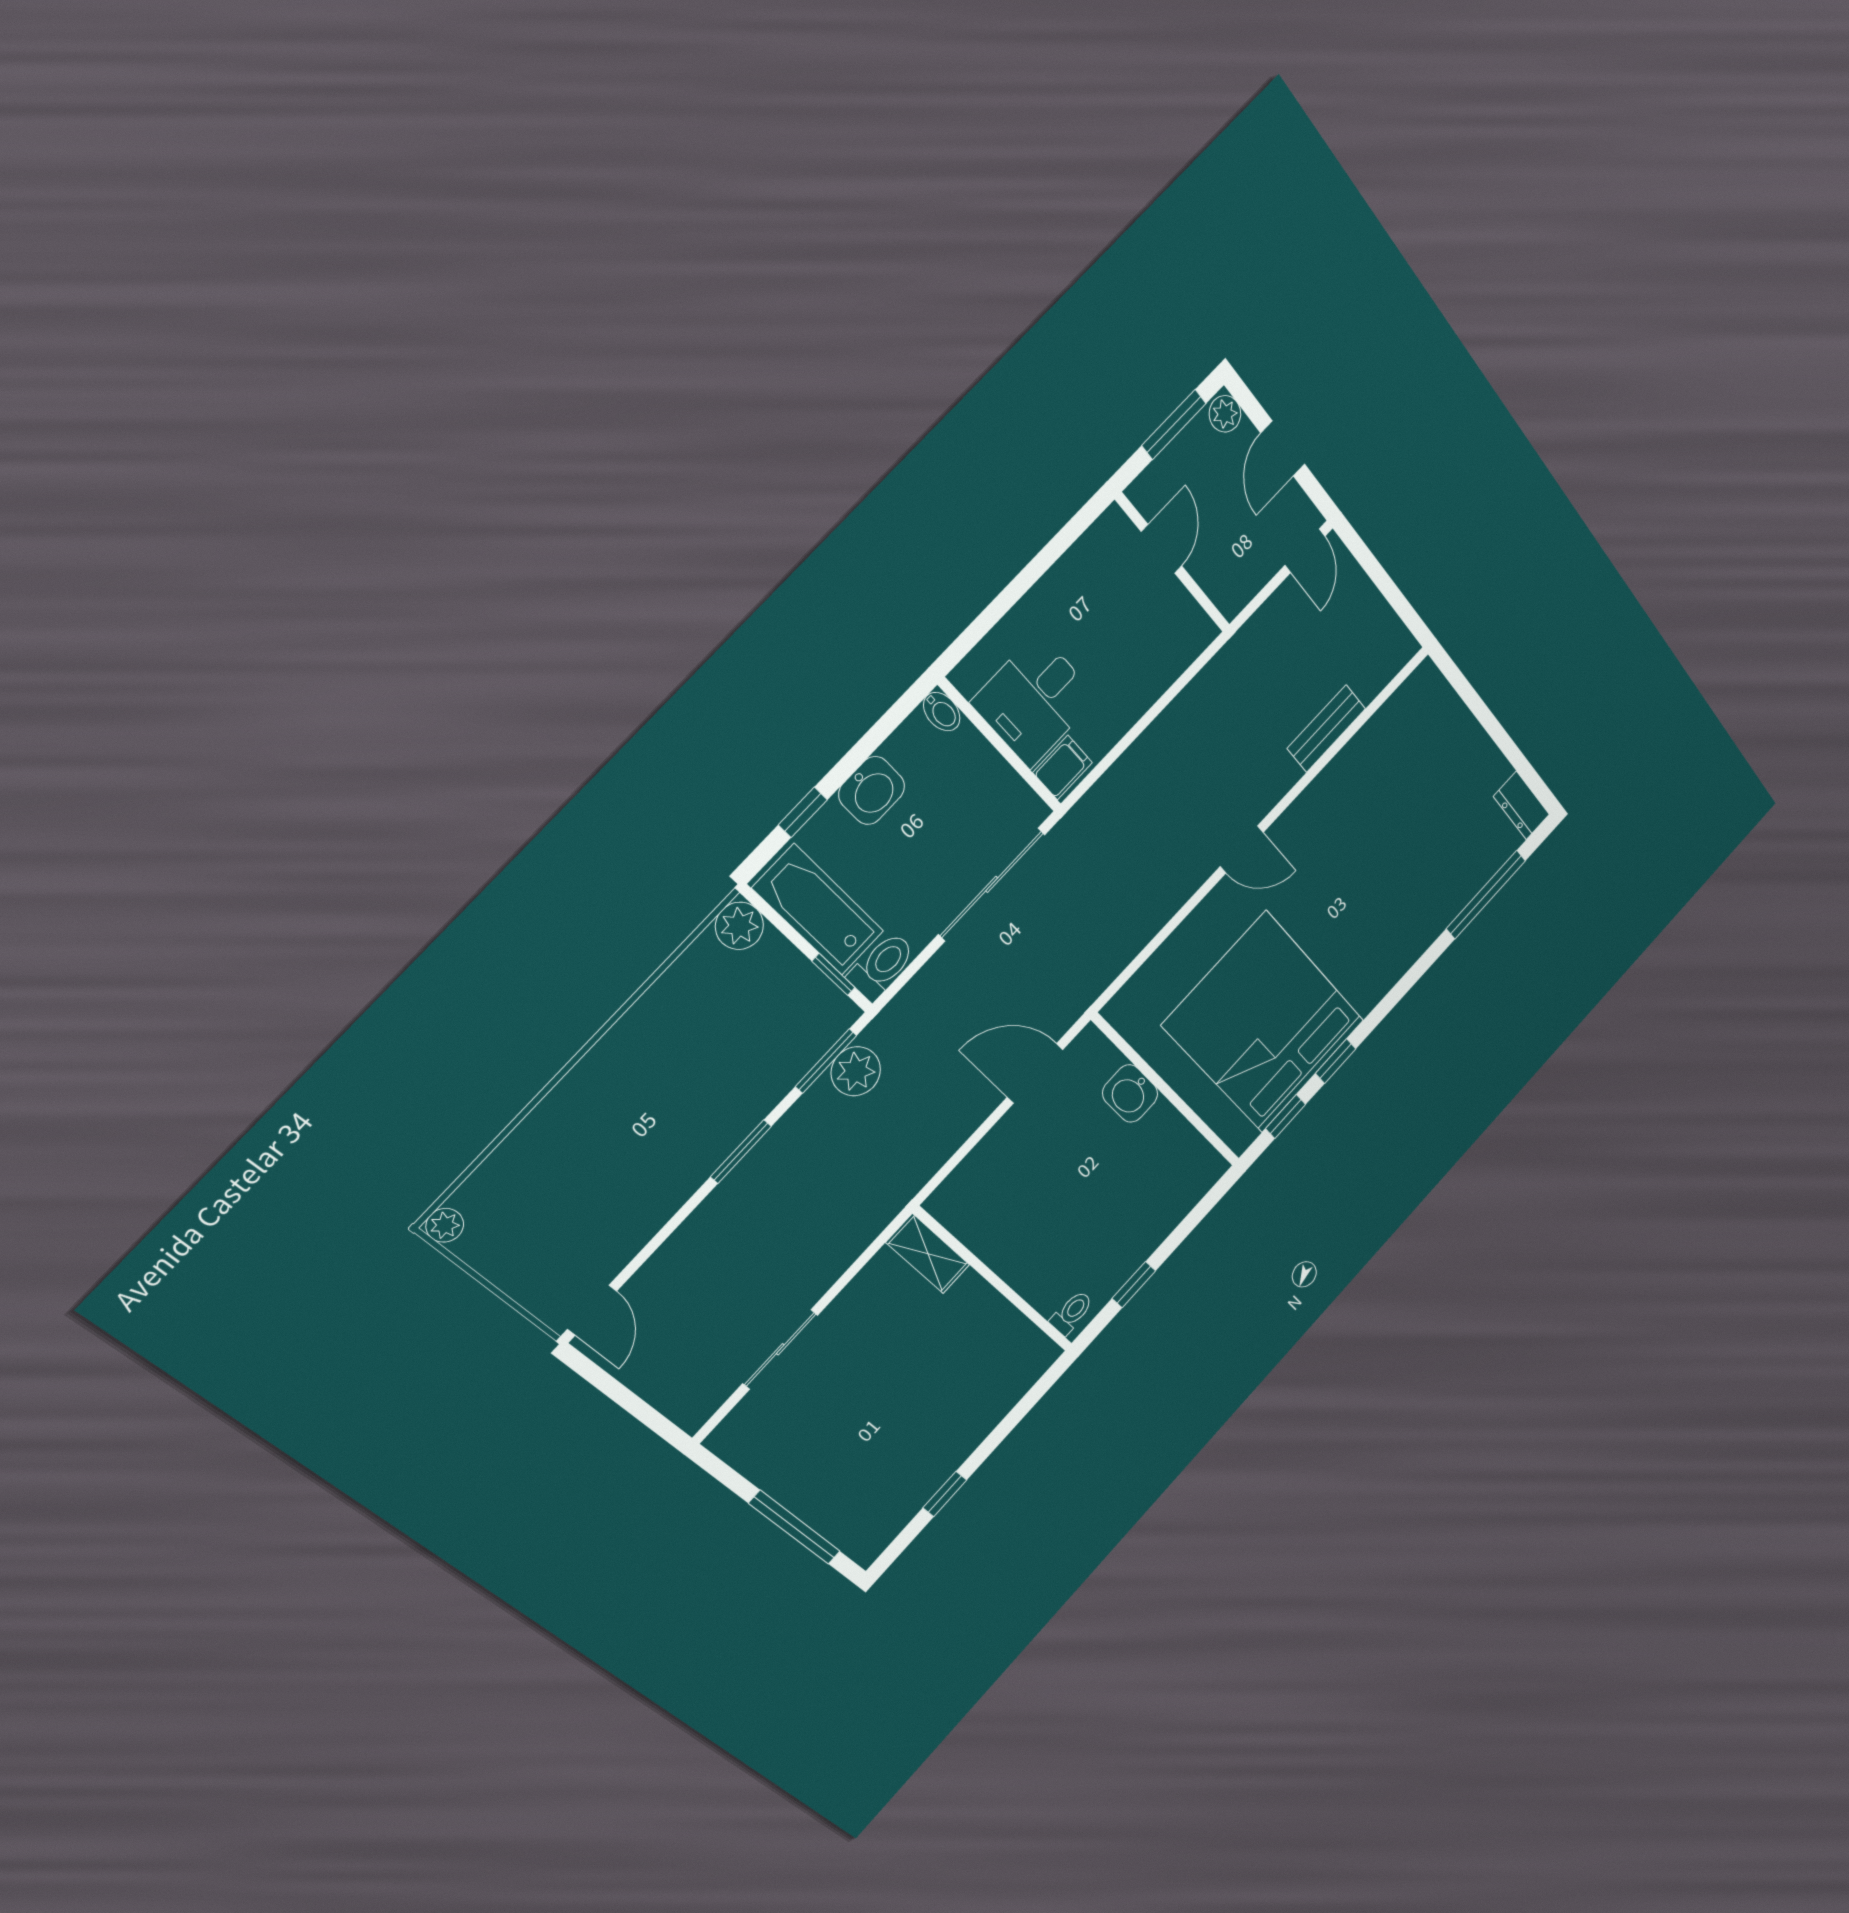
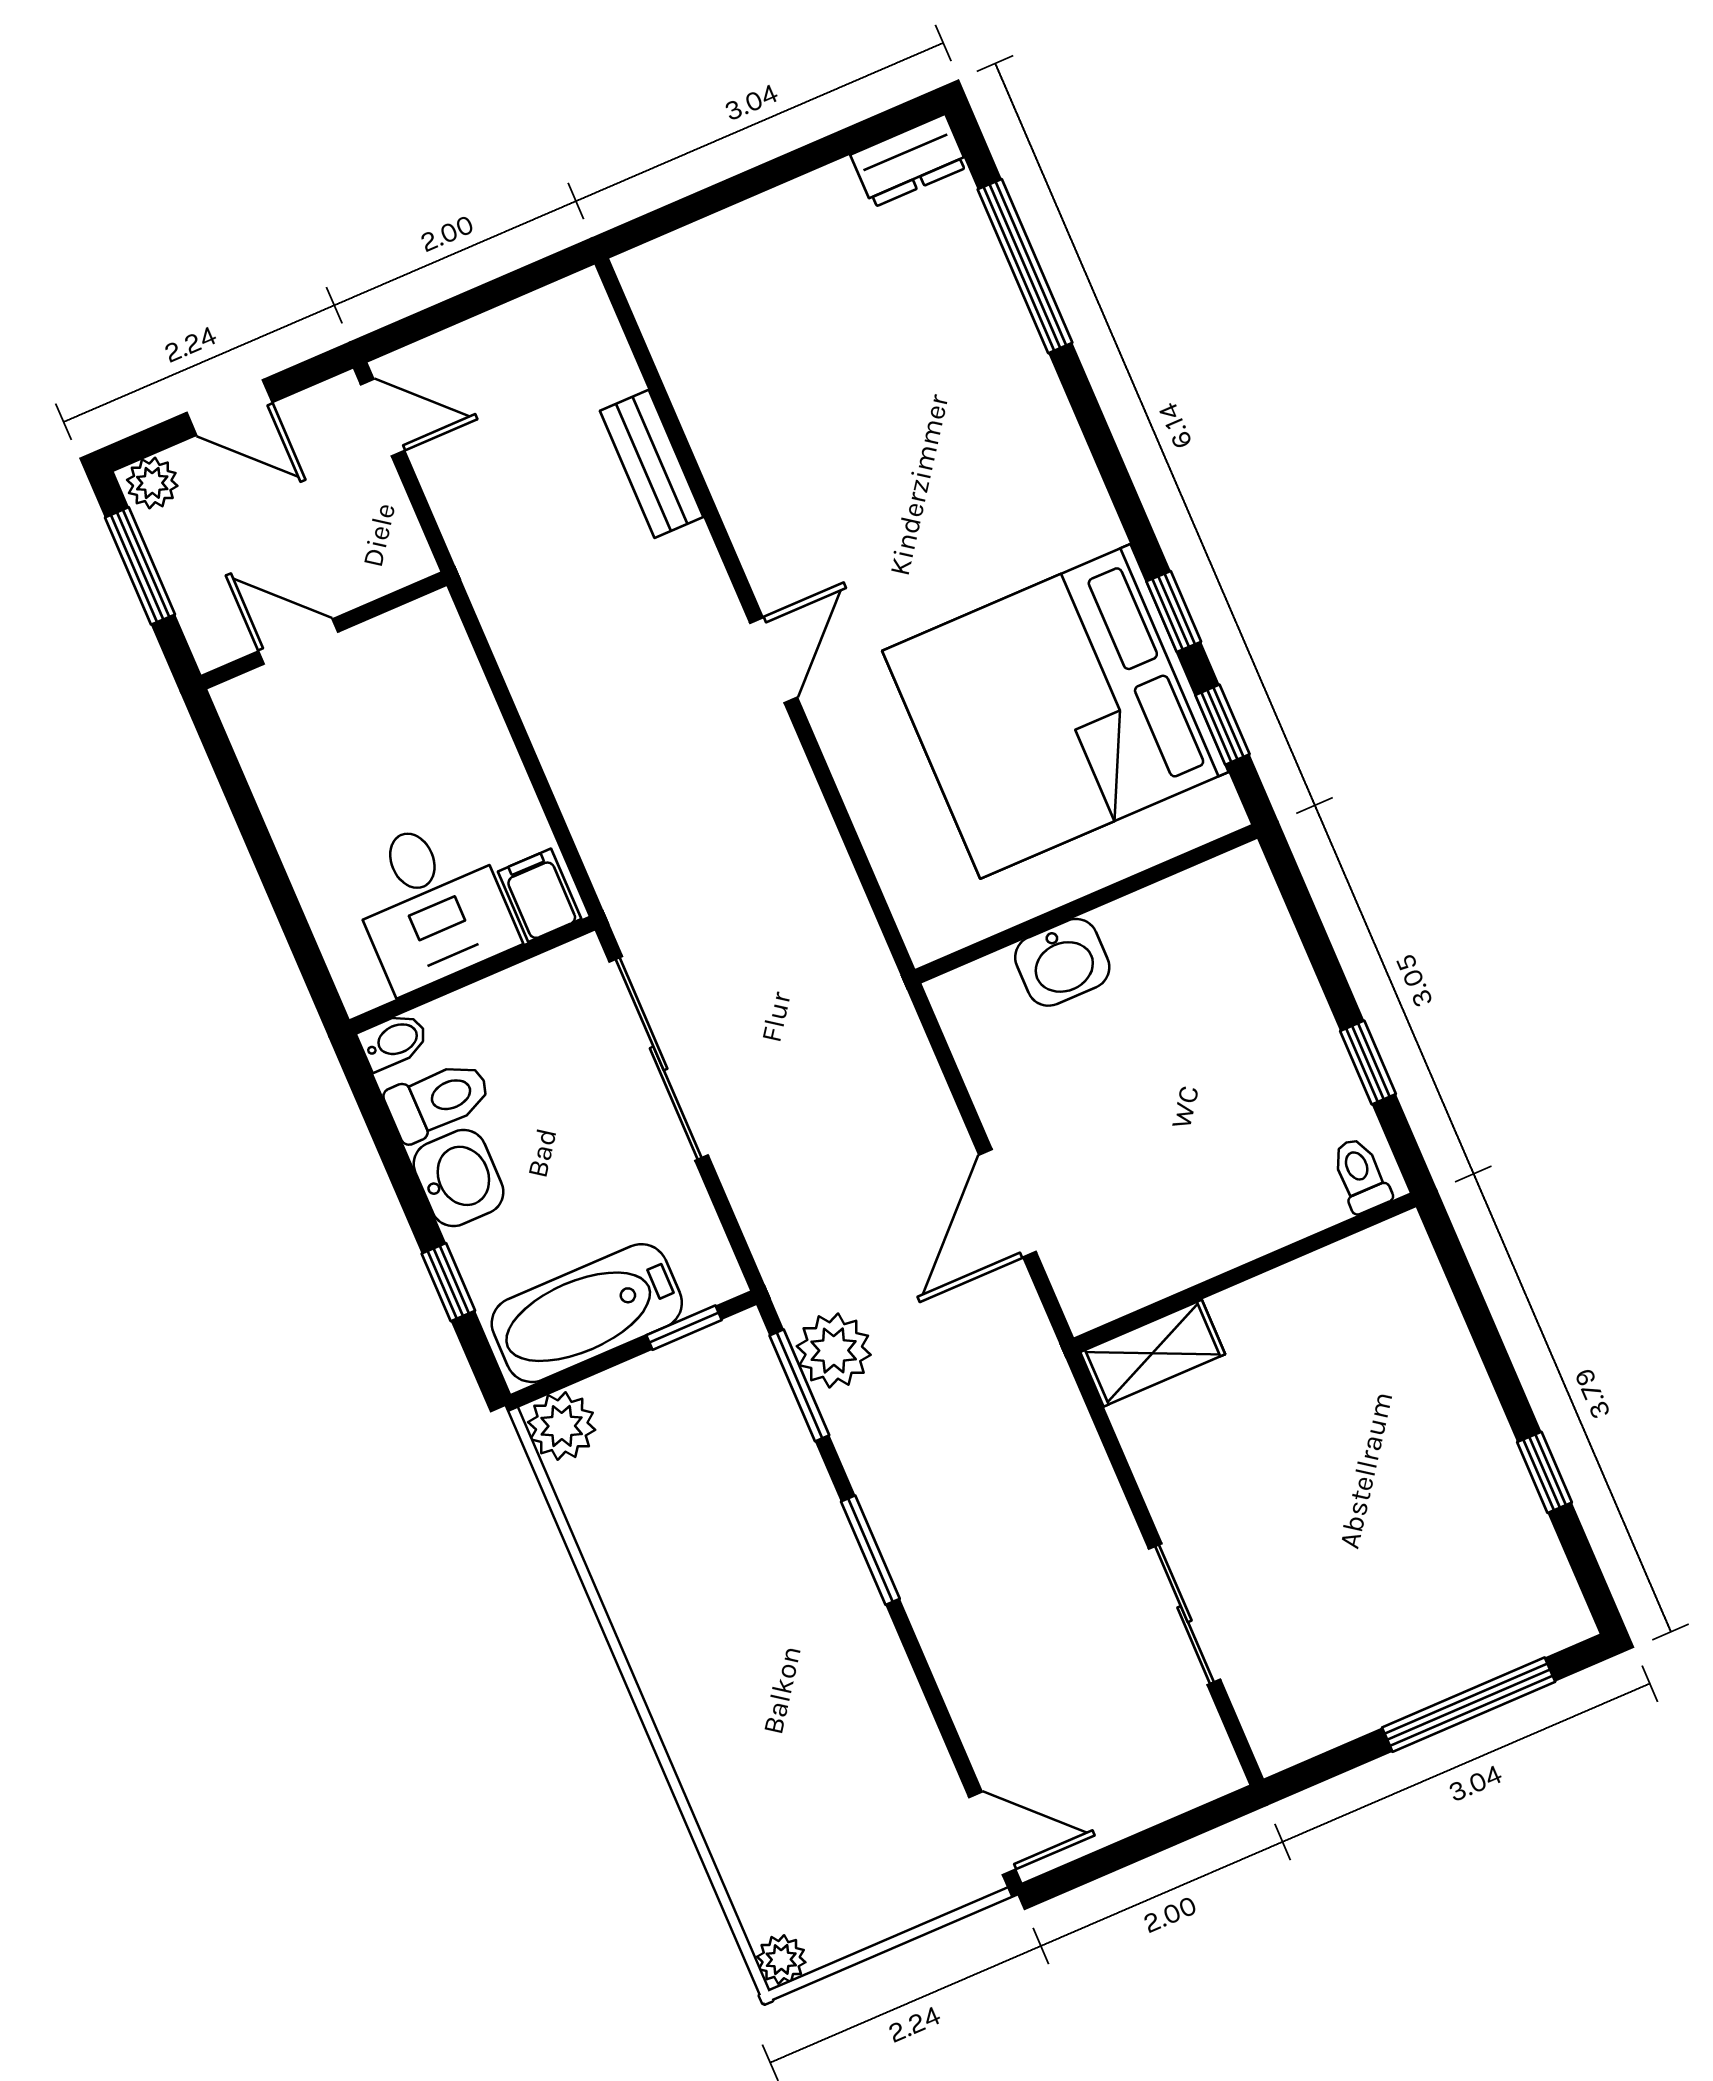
toilet: (882, 966) -> (438, 1100), moved, turned 90
door: (1035, 1073) -> (1008, 1203), moved

